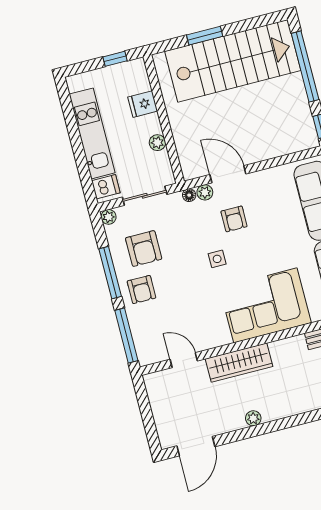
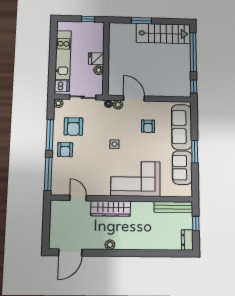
stairs: (233, 61) -> (163, 33), width x0.73, depth x0.66
fridge: (143, 104) -> (96, 59), moved
armchair: (234, 219) -> (148, 126), moved

